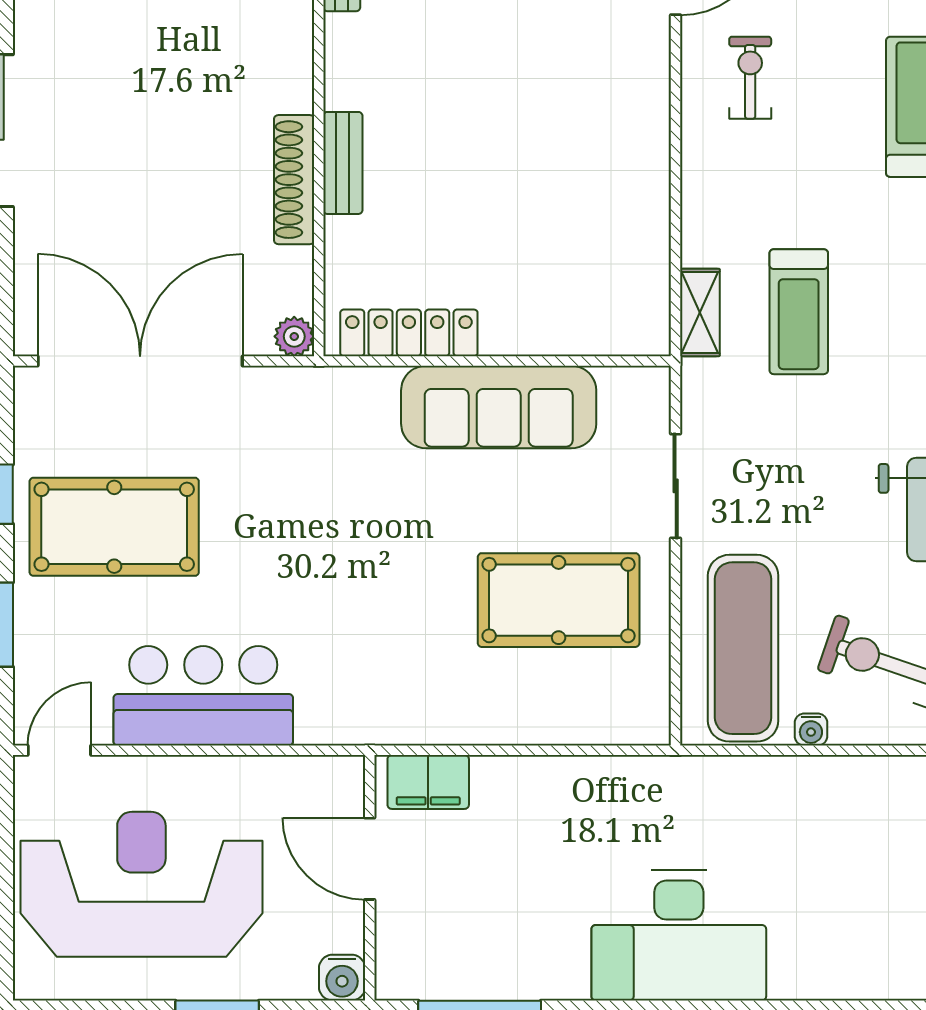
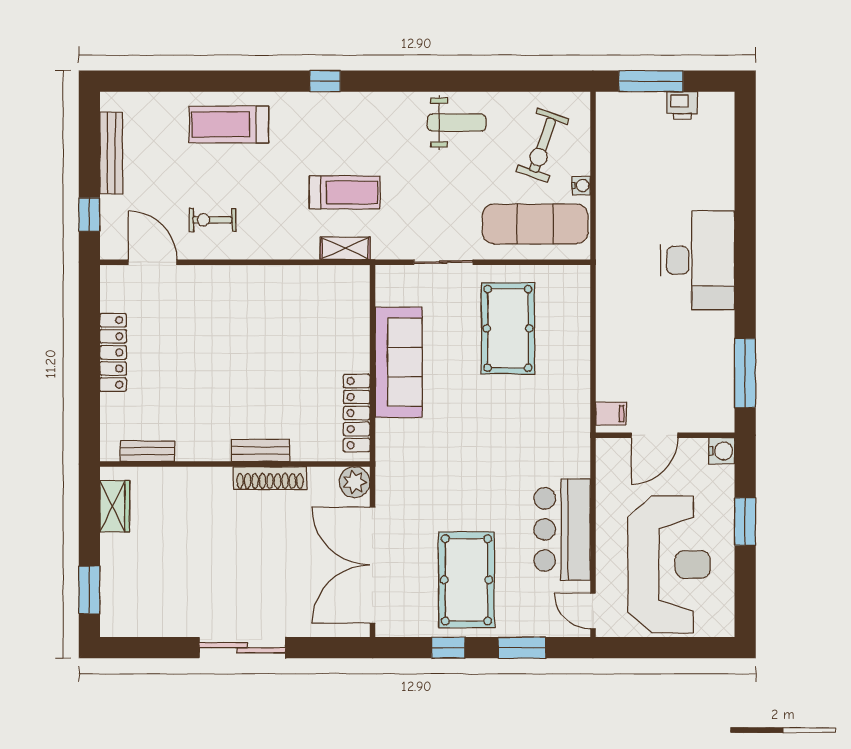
plant: (294, 336) -> (355, 482), width x1.38, depth x1.38
filing cabinet: (428, 782) -> (611, 414), width x0.50
reception desk: (141, 884) -> (669, 564), turned 180

